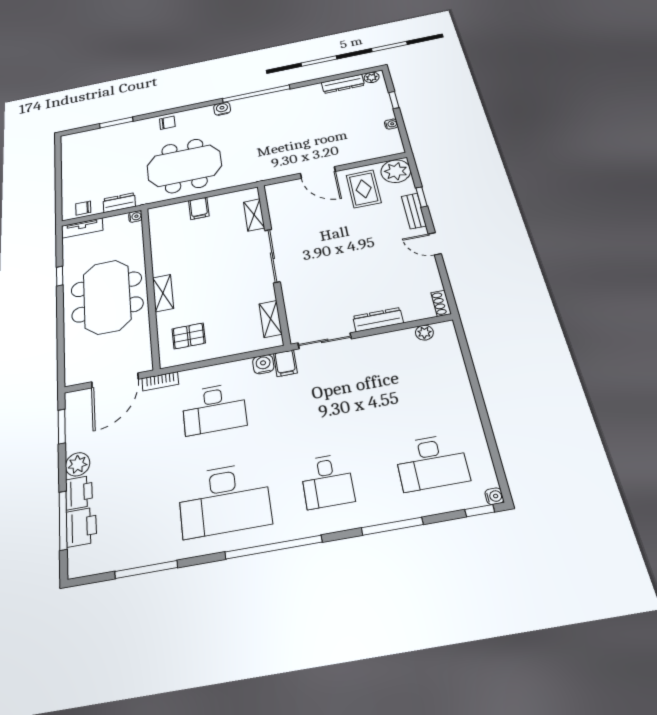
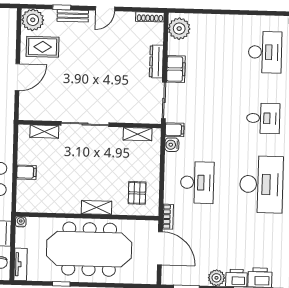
meeting table: (107, 297) -> (89, 249), width x1.36
shoe rack: (441, 303) -> (150, 17), width x1.43
plant: (424, 333) -> (179, 29), width x1.87, depth x1.87
filing cabinet: (374, 346) -> (176, 69), added

